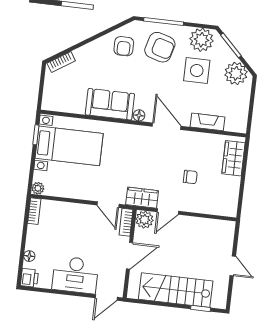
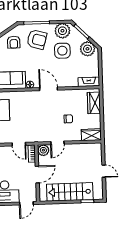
fireplace: (208, 122) -> (89, 82), moved
wardrobe: (142, 198) -> (91, 135), moved

